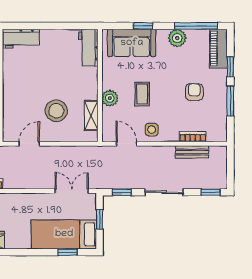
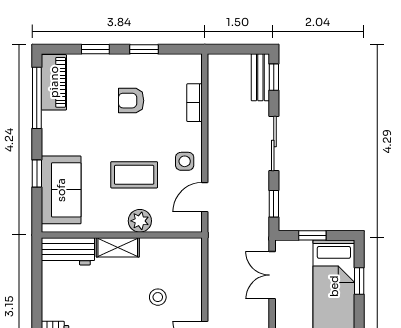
plant: (177, 38) -> (54, 125), removed
piano: (218, 49) -> (54, 82), moved, turned -90
coffee table: (142, 94) -> (134, 175), width x1.36, depth x1.30
window: (230, 101) -> (144, 49), width x0.67
stool: (56, 111) -> (158, 297), width x0.53, depth x0.53
shelving: (91, 116) -> (118, 247), moved
bench: (192, 152) -> (260, 77), moved

